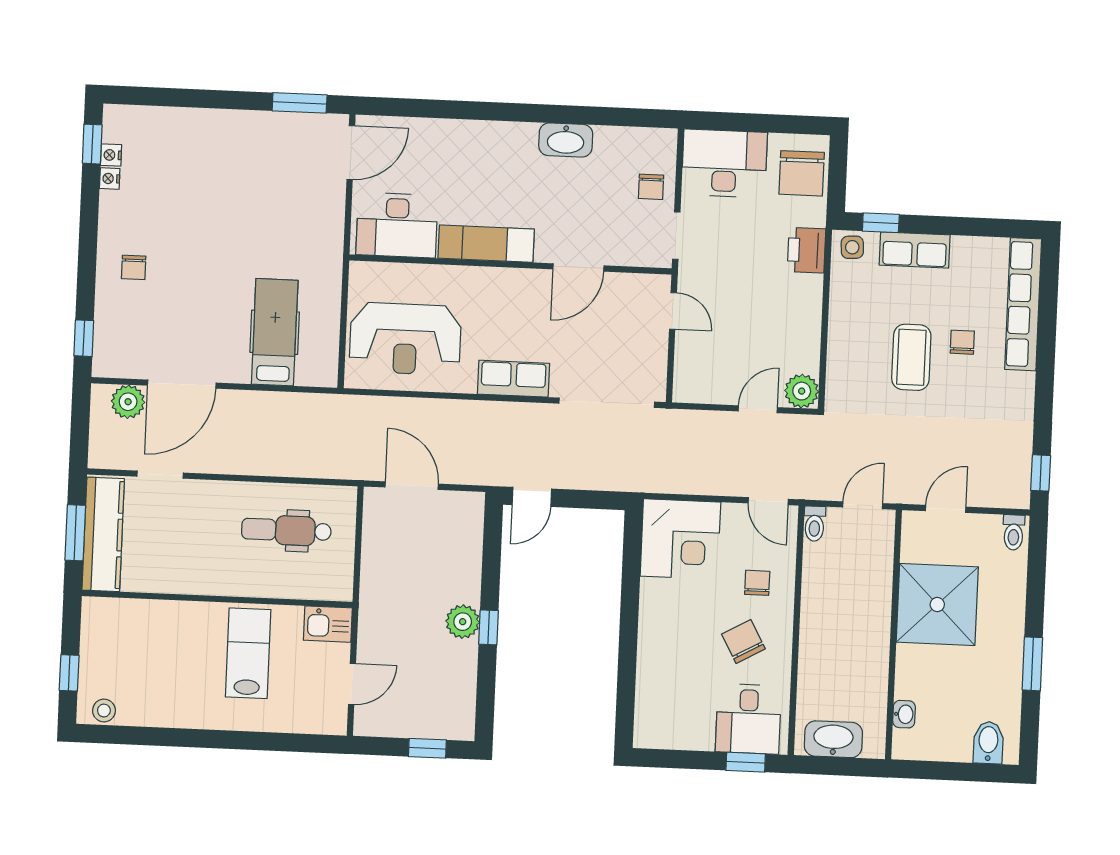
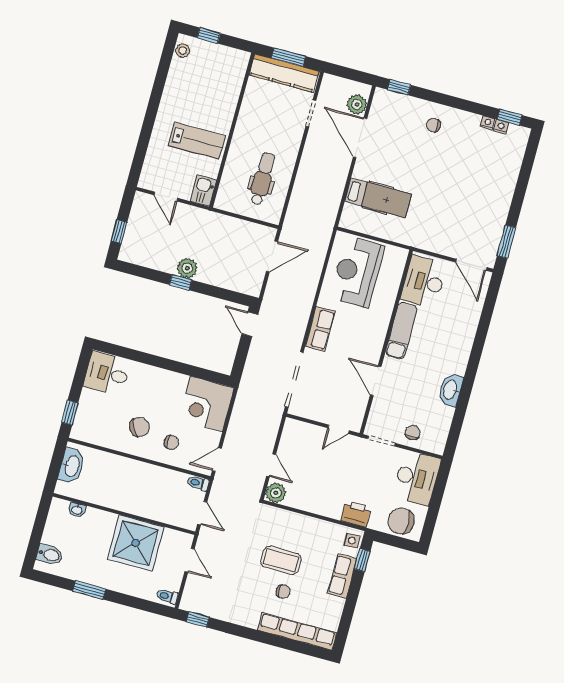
chair: (651, 187) -> (413, 433), turned 90
desk: (748, 719) -> (107, 374), moved

